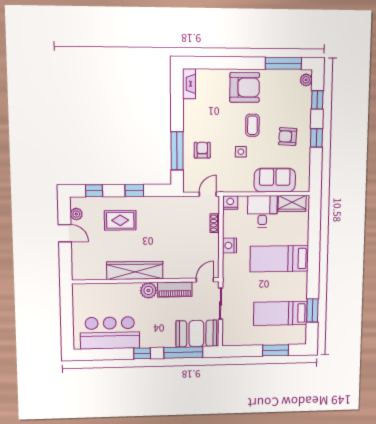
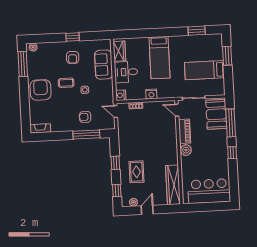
window: (317, 100) -> (46, 38), removed
wardrobe: (135, 270) -> (173, 185), moved
bed: (280, 313) -> (204, 70), moved, turned 90
bar counter: (110, 333) -> (209, 191), moved, turned 90

